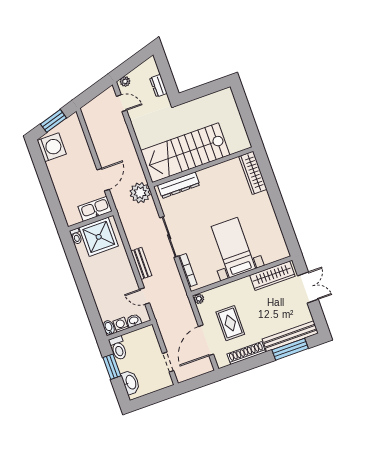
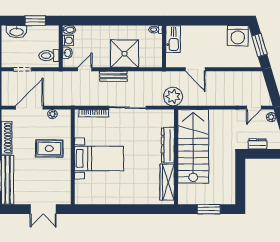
window: (246, 113) -> (209, 209), added
wardrobe: (253, 173) -> (167, 182), moved, turned -90
dresser: (179, 185) -> (168, 145), moved
kitchen sink: (95, 209) -> (173, 39), moved
shower: (99, 237) -> (124, 54), moved
wardrobe: (272, 276) -> (64, 183), removed
plant: (199, 299) -> (52, 114), moved
rug: (230, 323) -> (49, 148), moved
door: (206, 340) -> (29, 108), hinge flipped
toilet: (118, 348) -> (49, 56), moved

